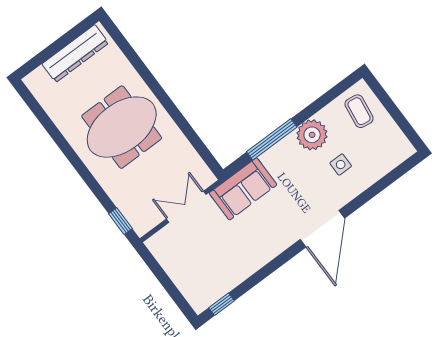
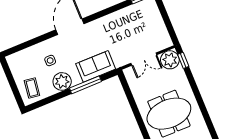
sofa: (243, 189) -> (96, 66), moved
plant: (143, 216) -> (170, 60), added

